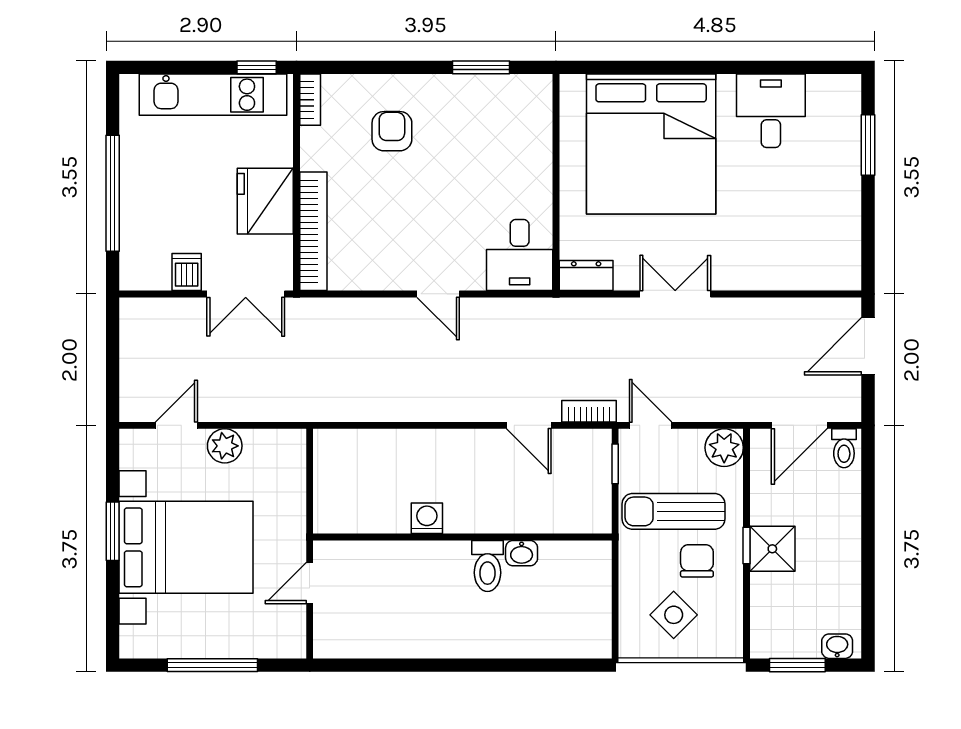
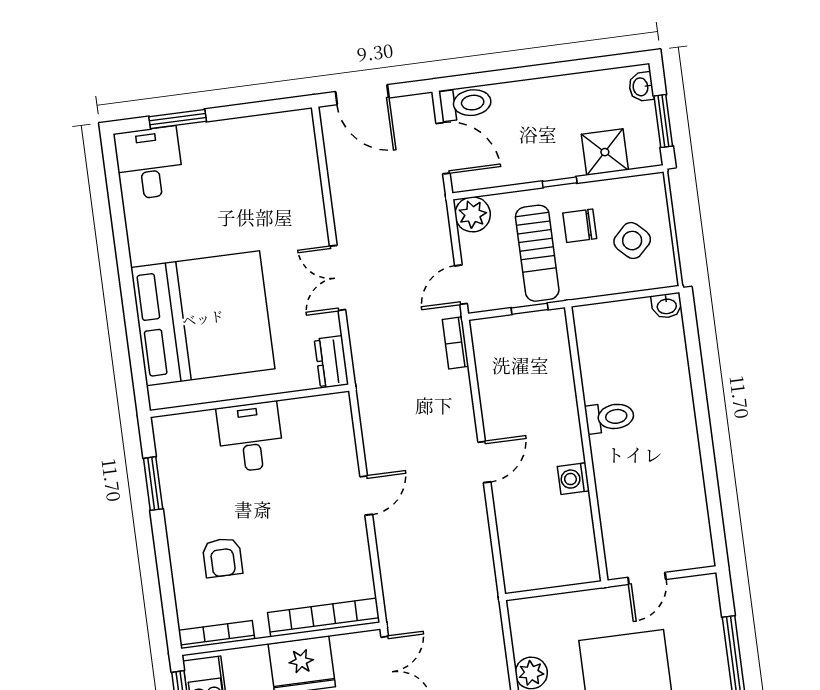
bookcase: (310, 100) -> (217, 635), width x1.56
desk: (771, 111) -> (149, 163), moved, turned 90
armchair: (392, 131) -> (222, 558), turned -90
desk: (520, 255) -> (250, 437), moved, turned -90
door: (529, 425) -> (484, 462), moved
toilet: (844, 448) -> (466, 103), width x1.37, depth x1.39
window: (615, 464) -> (530, 309), moved
shower: (772, 549) -> (605, 152), moved
washbasin: (522, 553) -> (667, 306), moved, turned 90
door: (310, 583) -> (647, 578), hinge flipped

